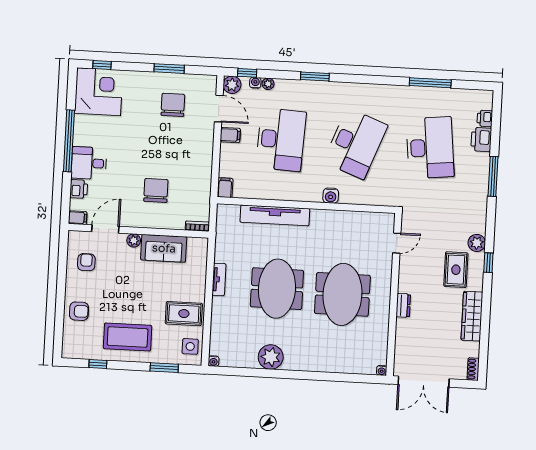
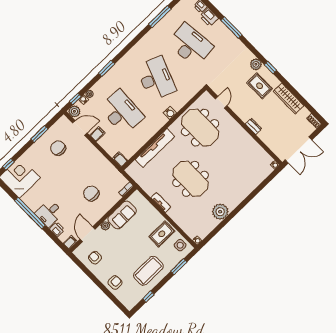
meeting table: (342, 294) -> (200, 128), moved

